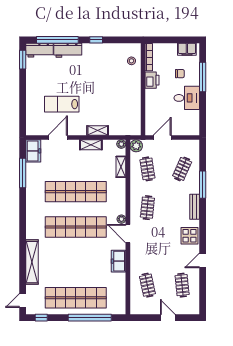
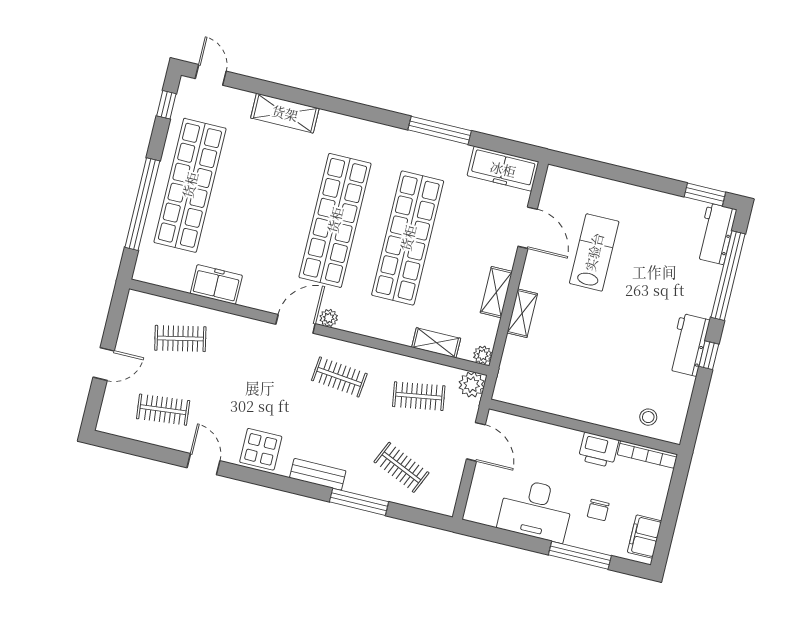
workbench: (68, 50) -> (689, 345), moved
desk: (187, 98) -> (536, 510), width x1.37
freezer: (33, 151) -> (503, 169), width x1.40
window: (23, 173) -> (440, 130), moved
freezer: (119, 261) -> (216, 285), moved
shelving: (32, 262) -> (285, 113), width x0.68

